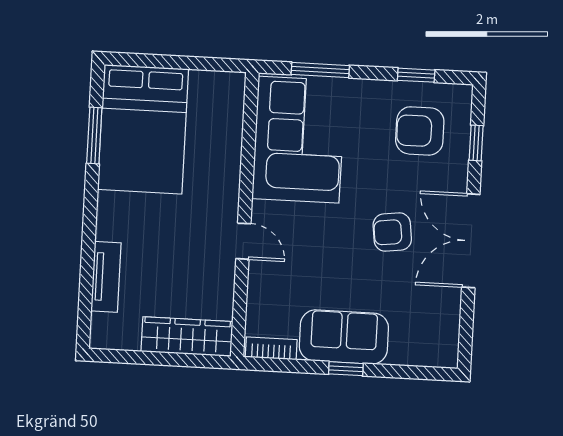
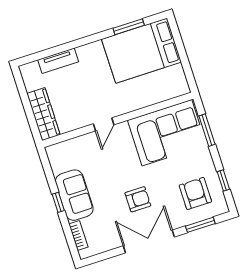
window: (476, 143) -> (200, 225), width x1.50
armchair: (392, 232) -> (138, 199), turned 97
bookcase: (271, 348) -> (78, 235), moved

